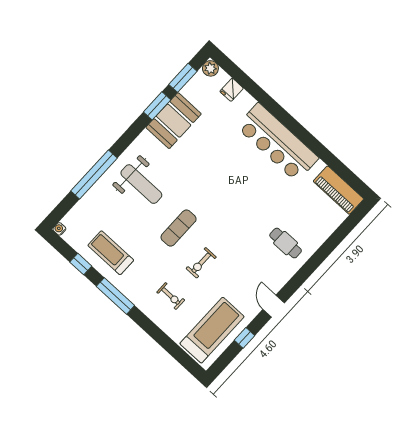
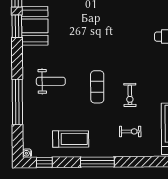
weight bench: (141, 184) -> (51, 81), width x0.73, depth x0.75
treadmill: (111, 253) -> (71, 139), turned 180
window: (81, 264) -> (44, 162), moved

